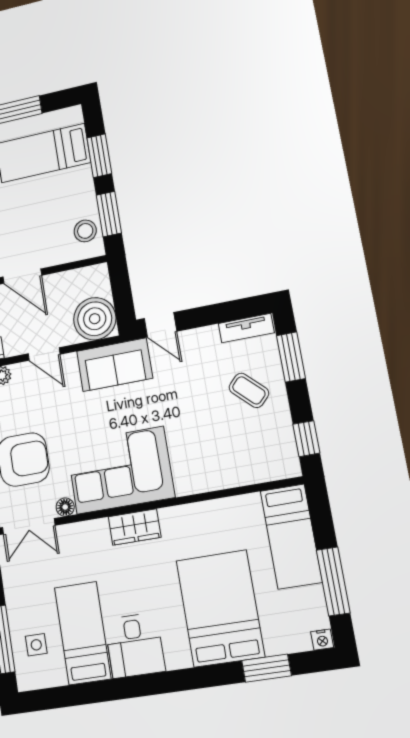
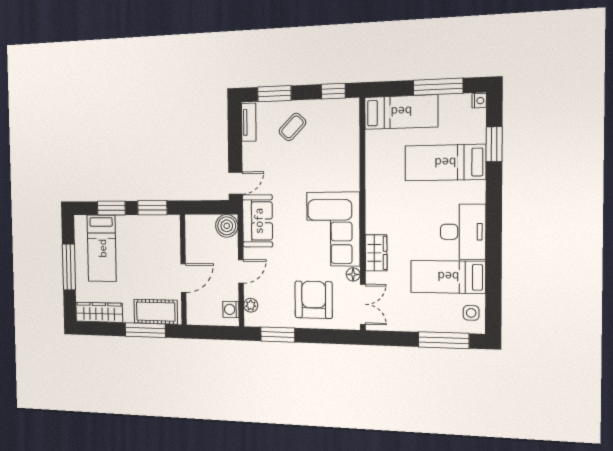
stool: (85, 231) -> (161, 227), removed
boiler: (95, 319) -> (227, 226), width x0.73, depth x0.73
wardrobe: (135, 527) -> (376, 253), moved
bed: (220, 608) -> (445, 163), width x0.67
side table: (36, 645) -> (471, 313), moved
desk: (135, 645) -> (463, 232), width x1.37

